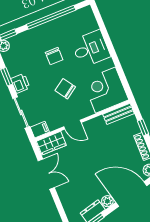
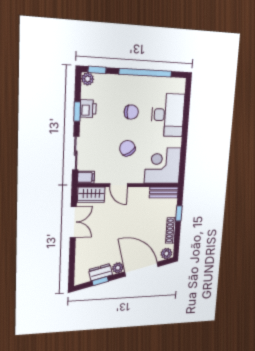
desk: (91, 49) -> (168, 115), width x1.37
chair: (54, 56) -> (131, 112), turned -90
printer: (20, 83) -> (88, 109), moved

